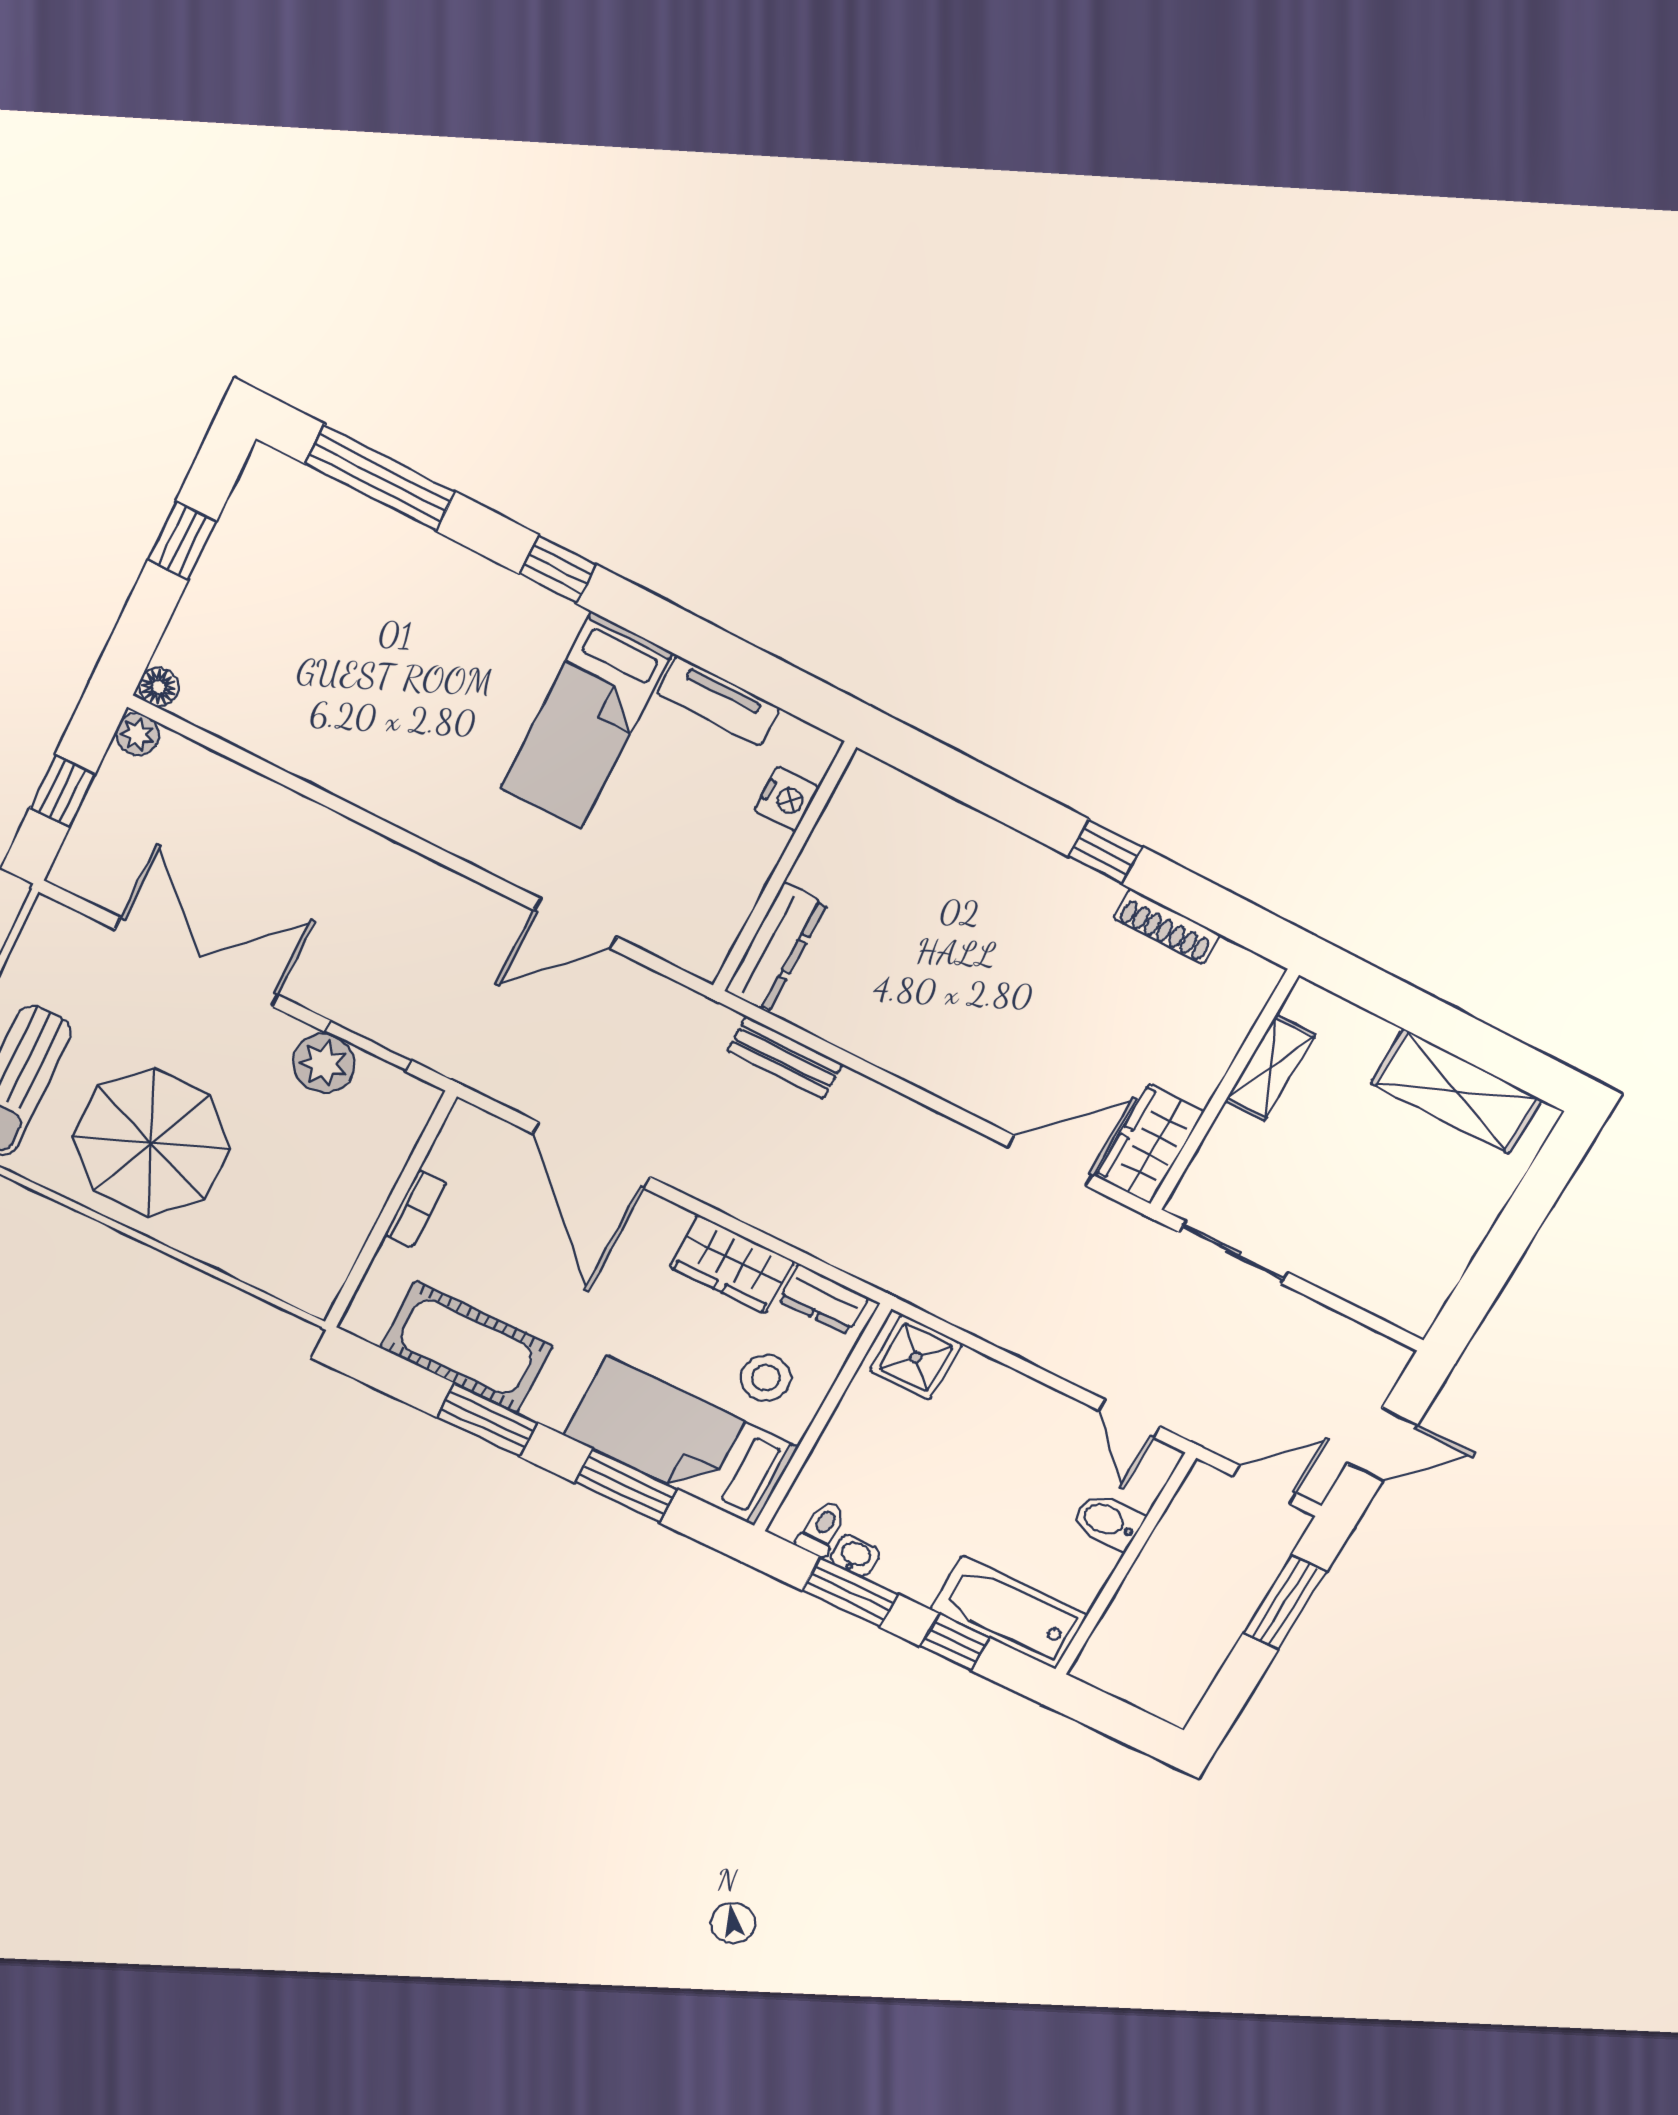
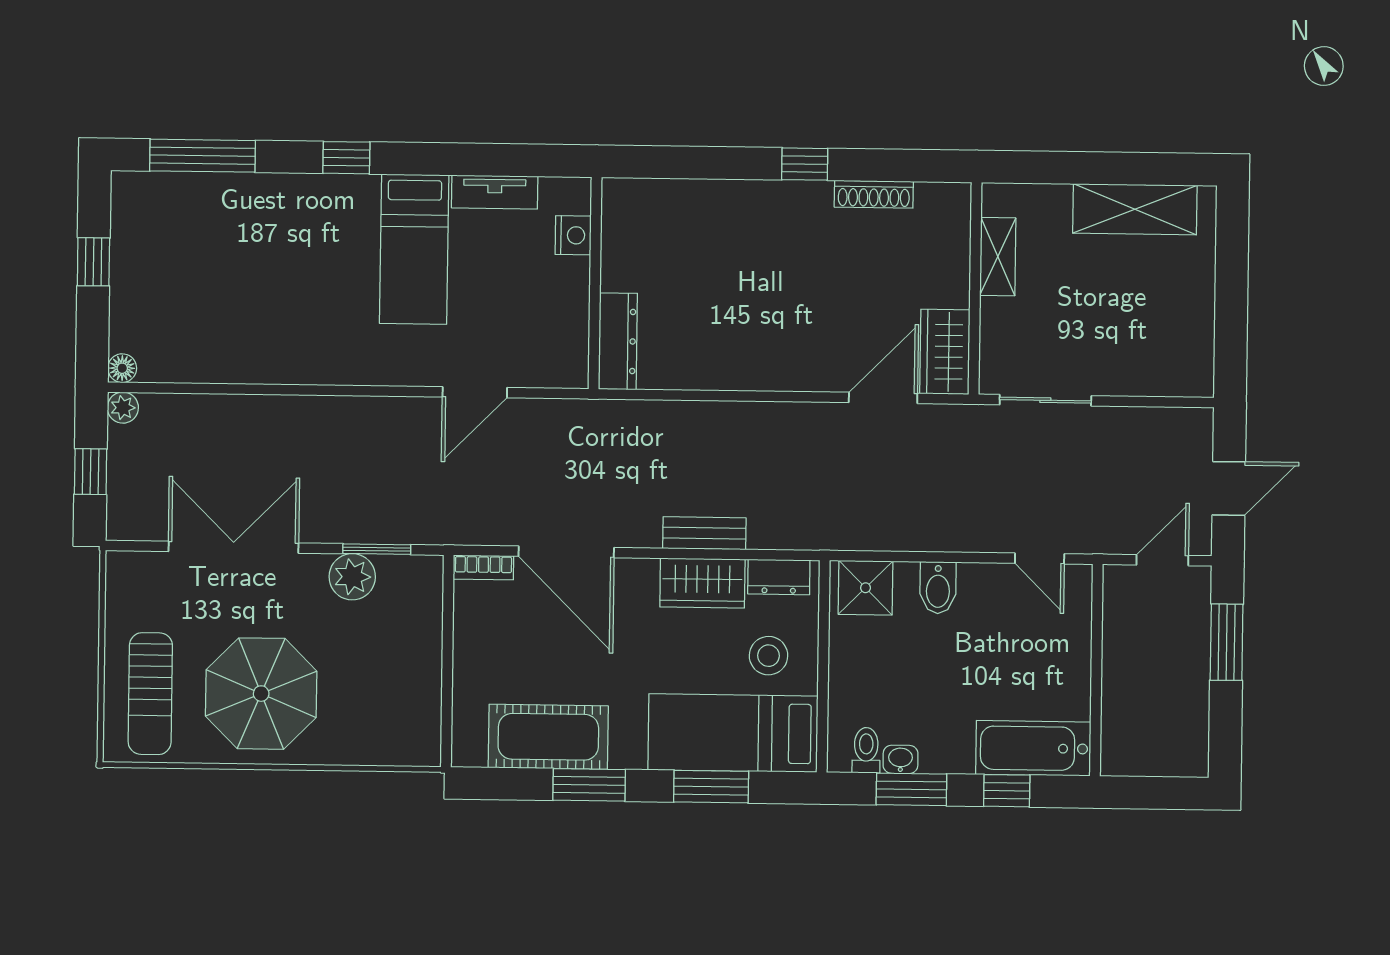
bench: (785, 1058) -> (704, 533), moved
bookcase: (416, 1209) -> (483, 567), moved, turned 90
bidet: (1108, 1521) -> (938, 588), moved, turned -90

